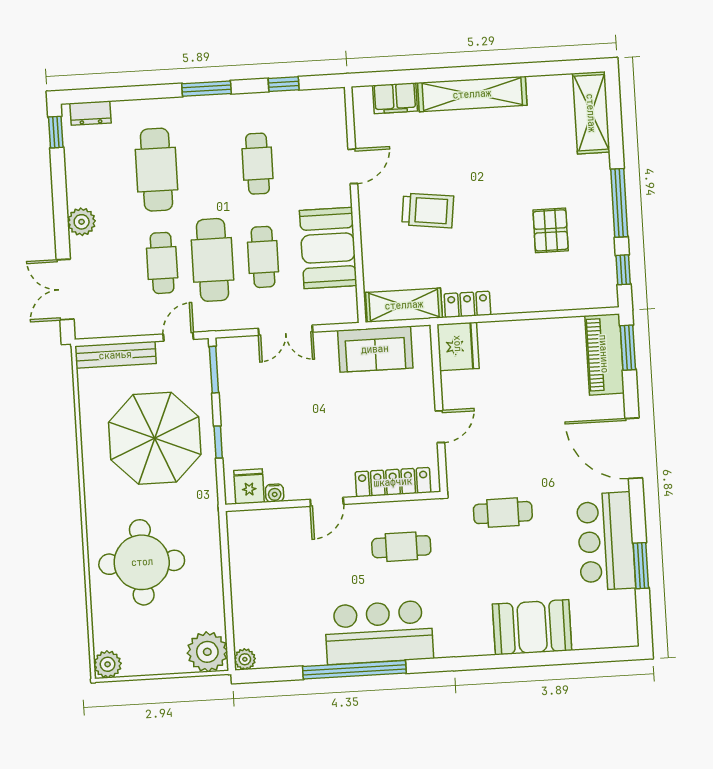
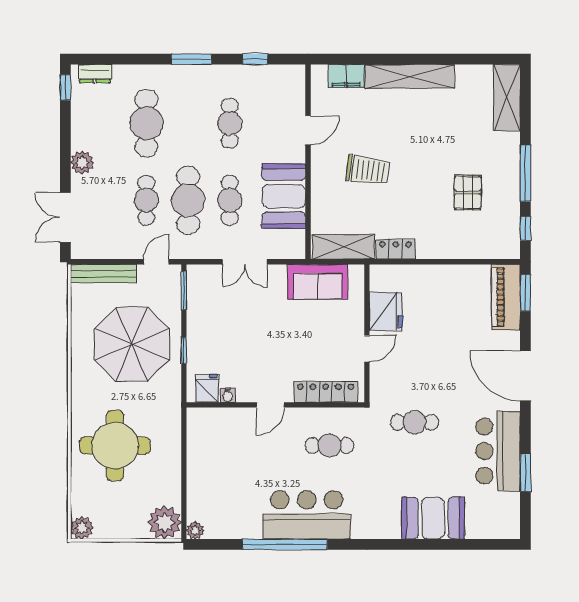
fridge: (458, 346) -> (386, 312), moved

